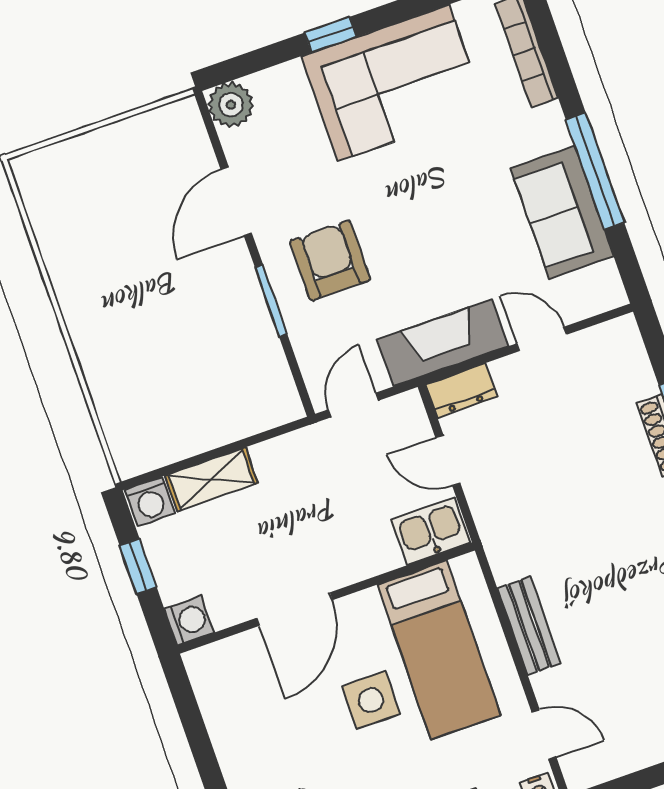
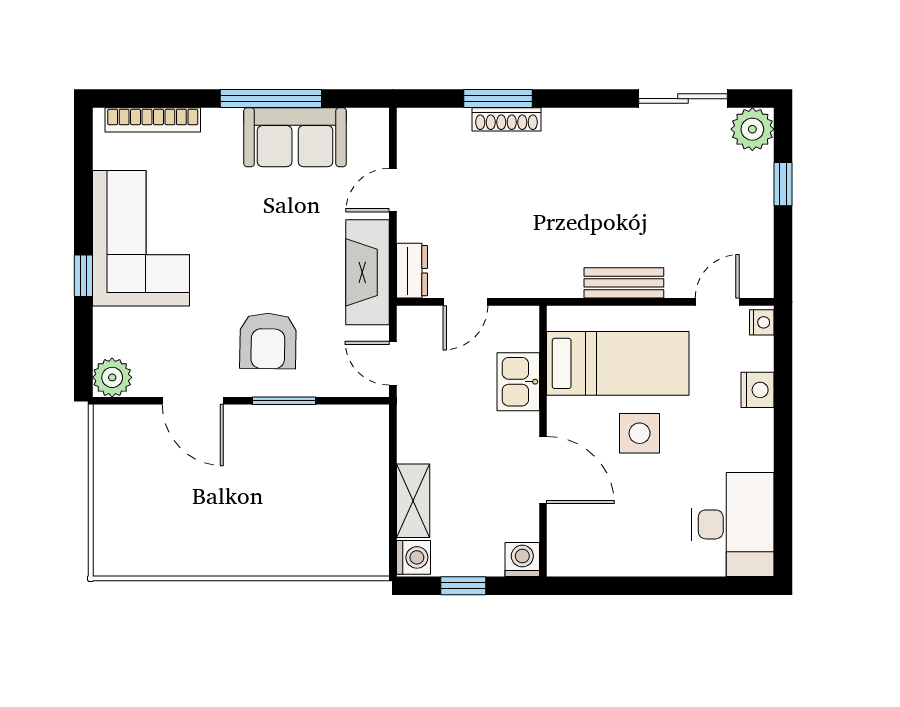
armchair: (330, 260) -> (268, 341), turned -89
kitchen sink: (431, 531) -> (518, 382), moved

